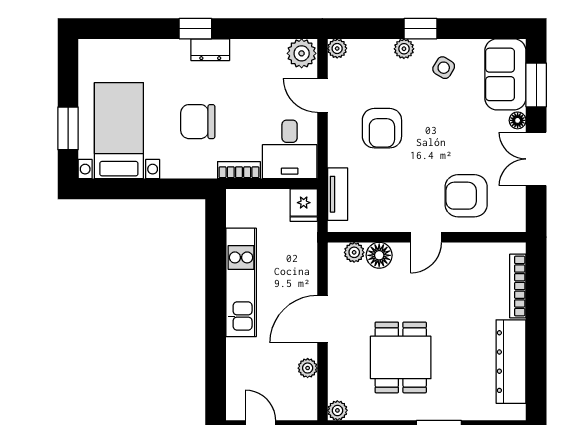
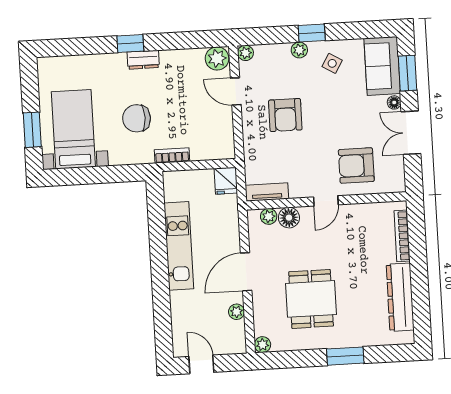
desk: (290, 149) -> (212, 136), removed
tv unit: (338, 194) -> (267, 192), moved, turned -90

